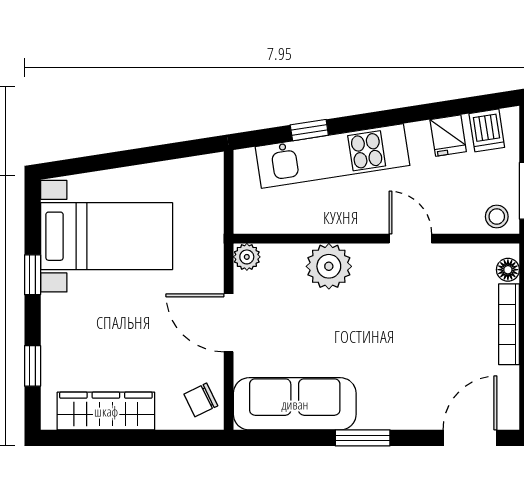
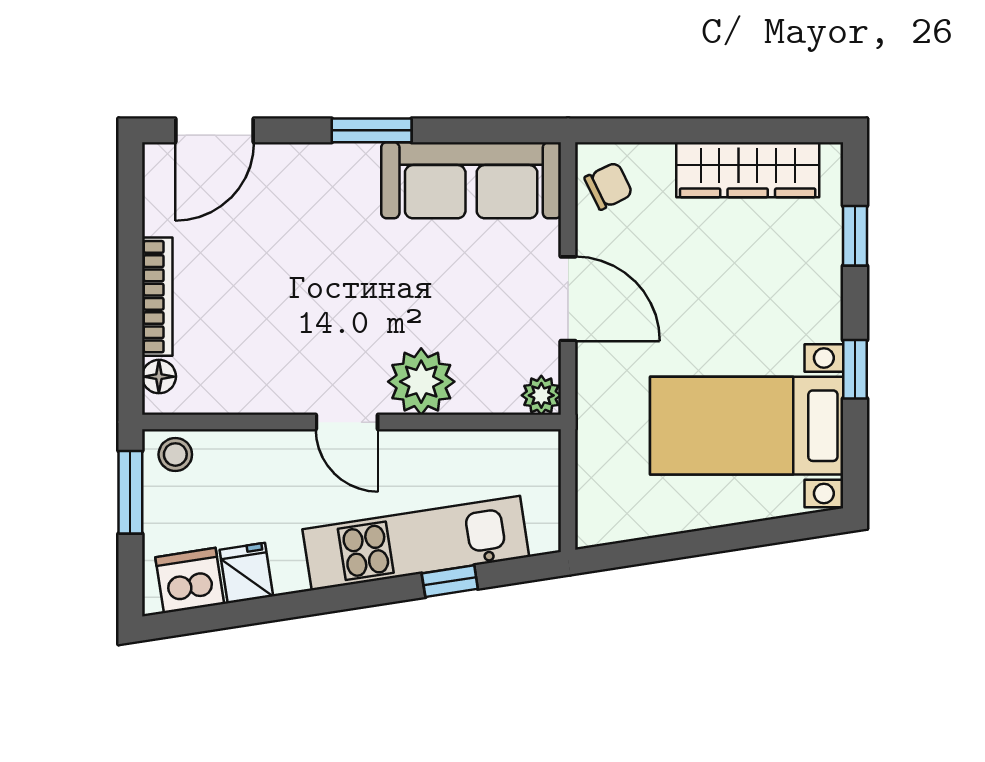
dishwasher: (487, 130) -> (190, 581), width x1.38
door: (410, 239) -> (347, 422), moved

